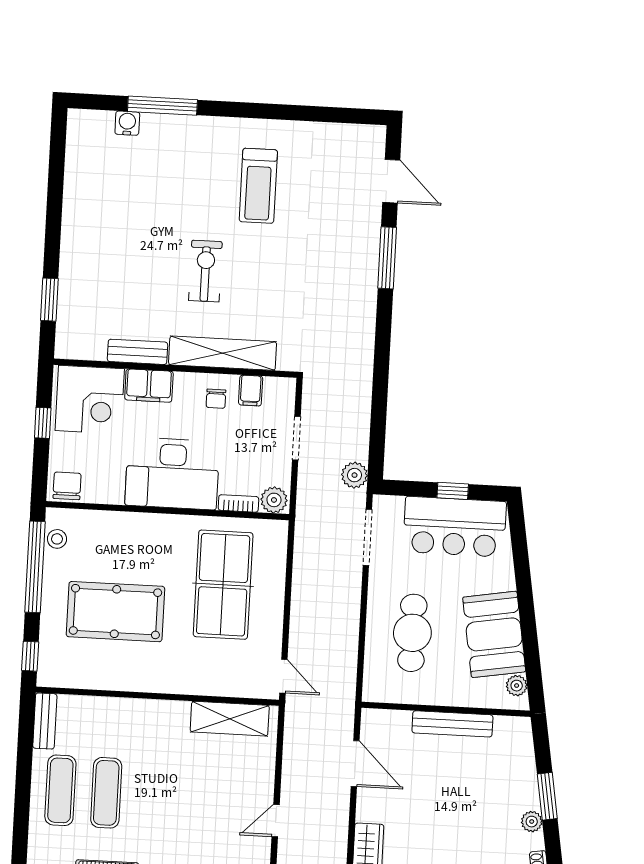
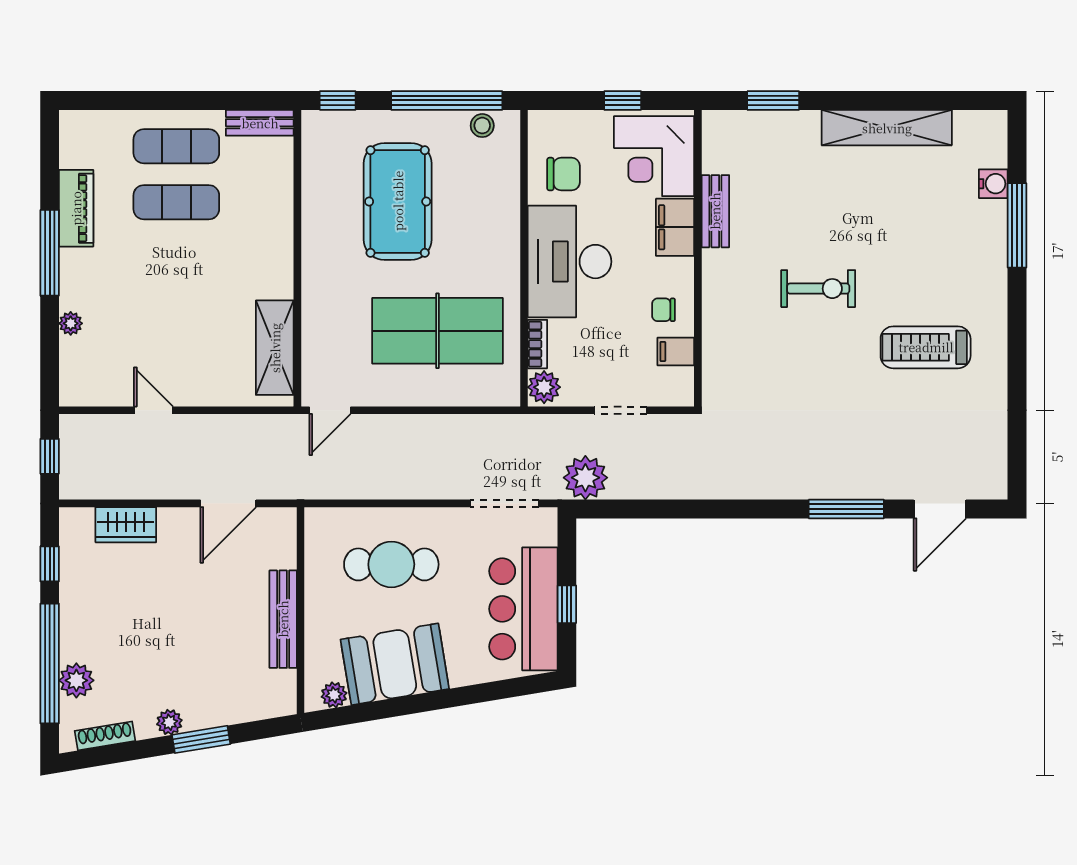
shelving: (223, 353) -> (887, 128), moved, turned 90
plant: (354, 475) -> (585, 478), width x1.36, depth x1.36
chair: (67, 486) -> (563, 174), moved

